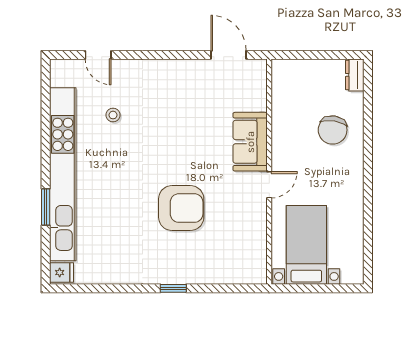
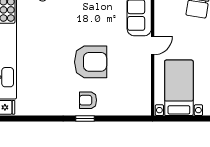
armchair: (177, 262) -> (88, 100), added

